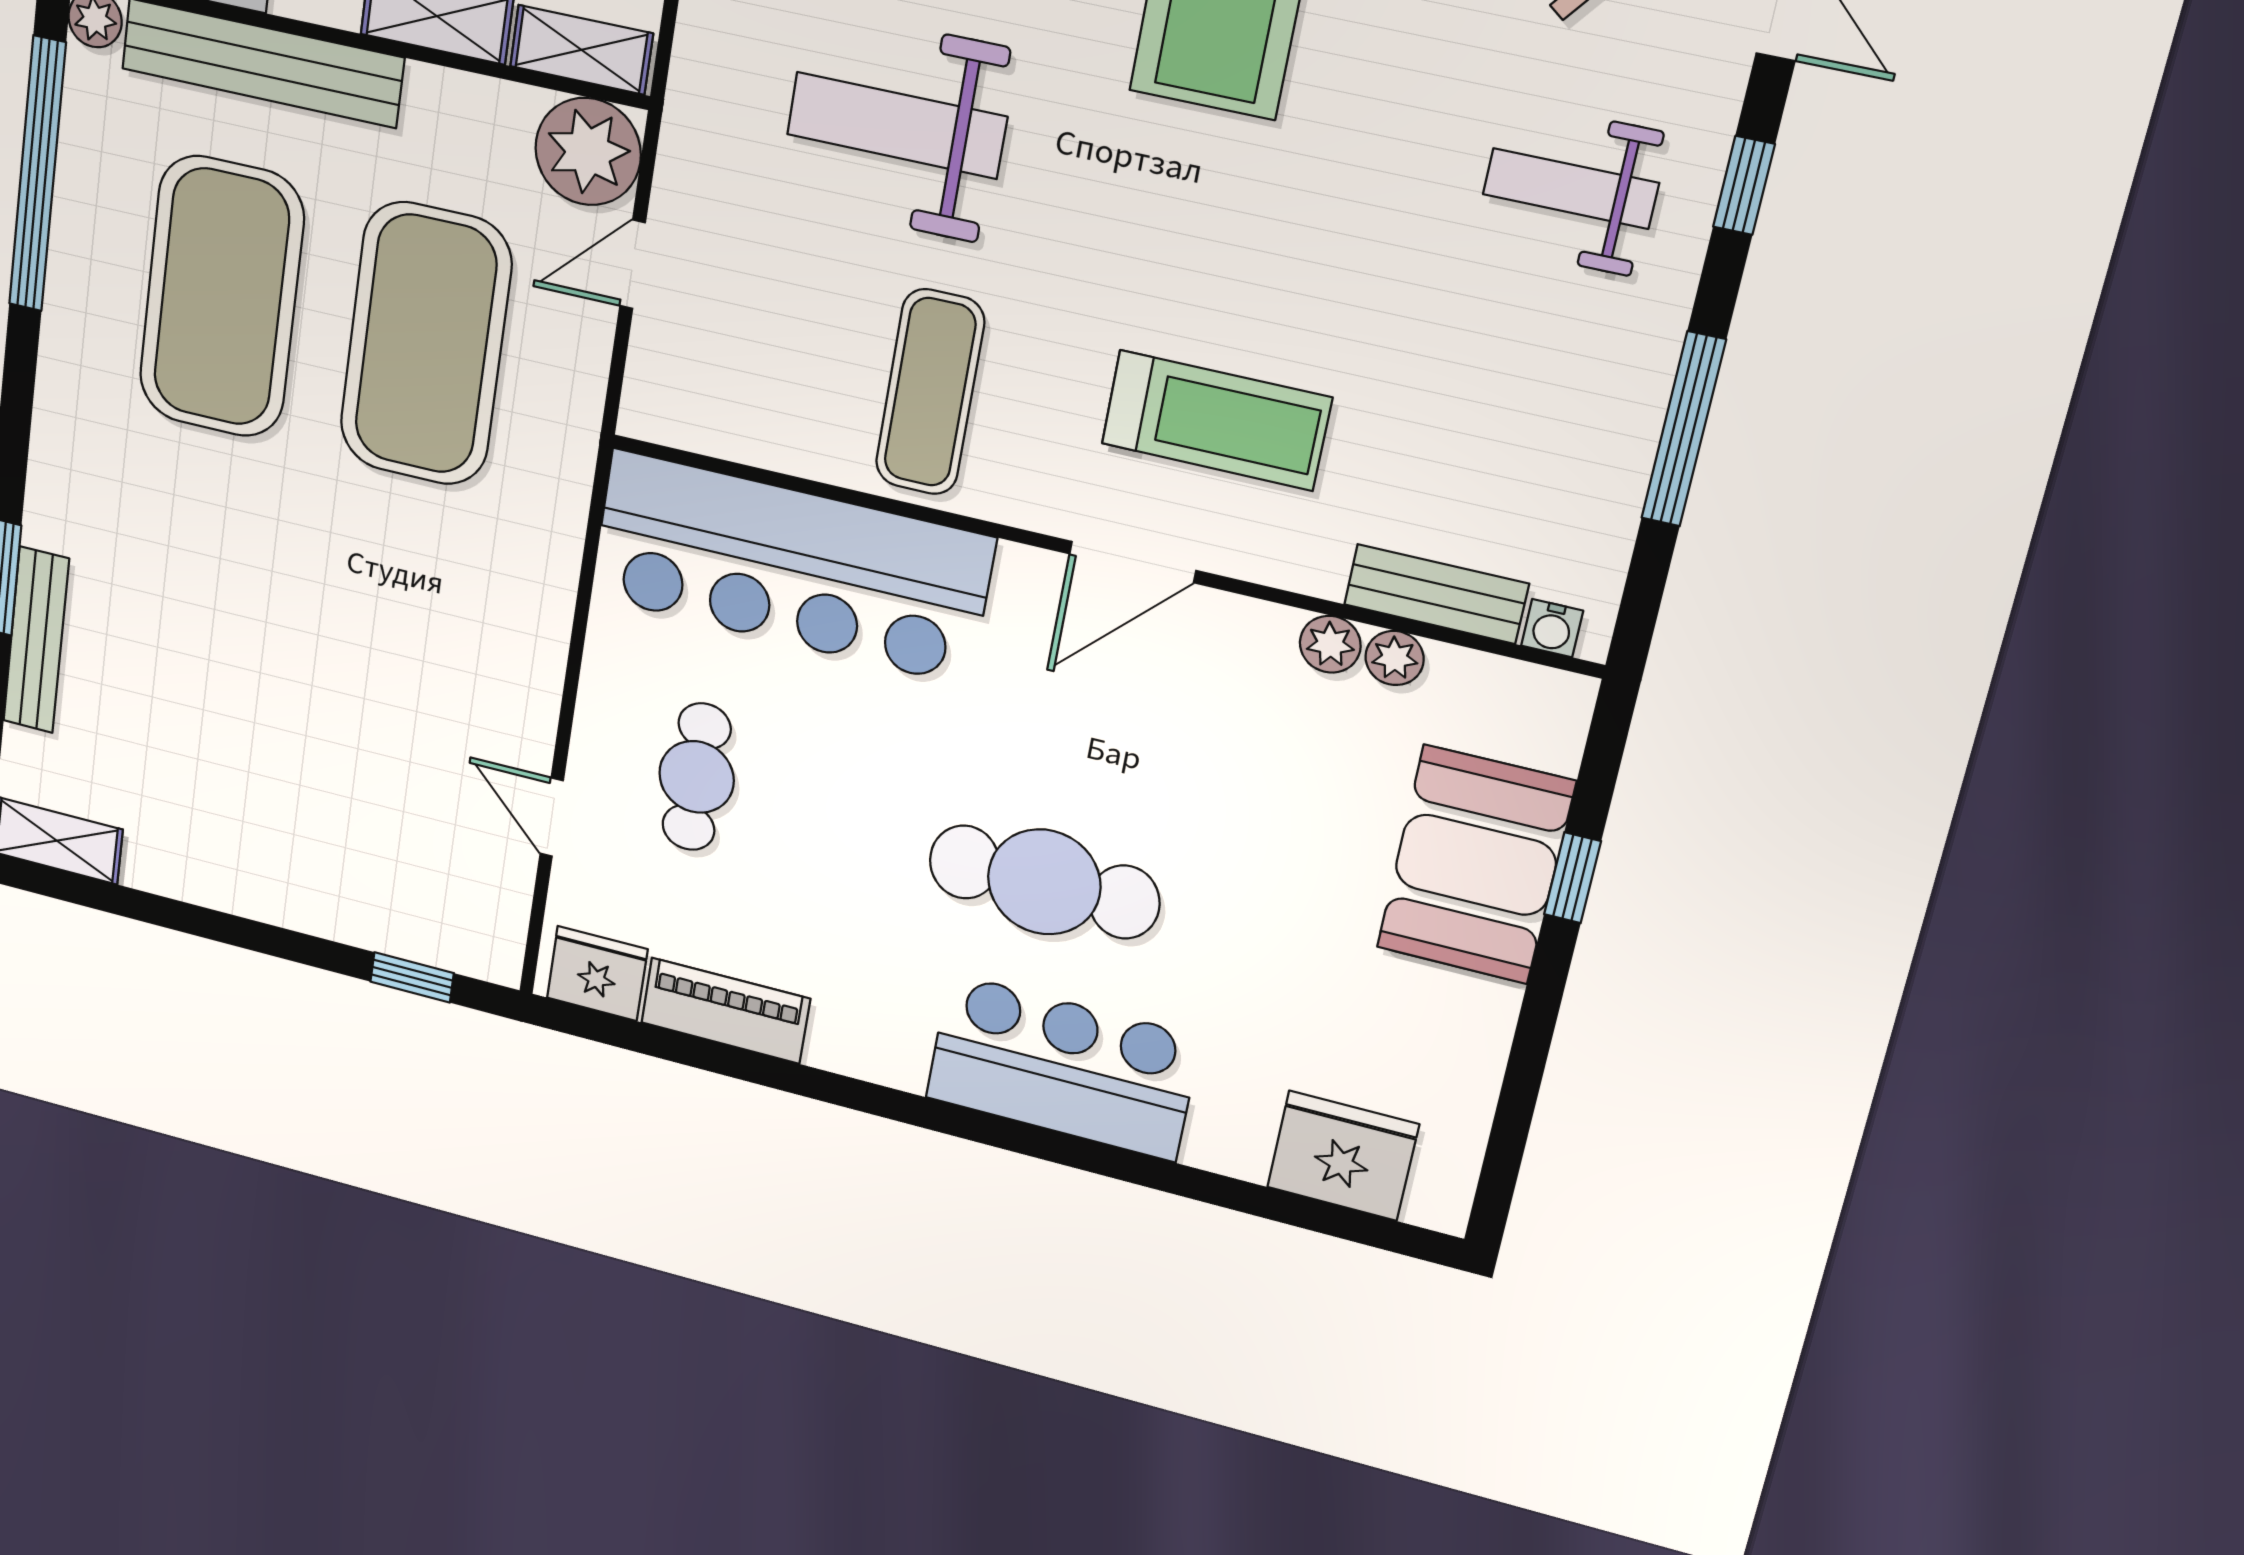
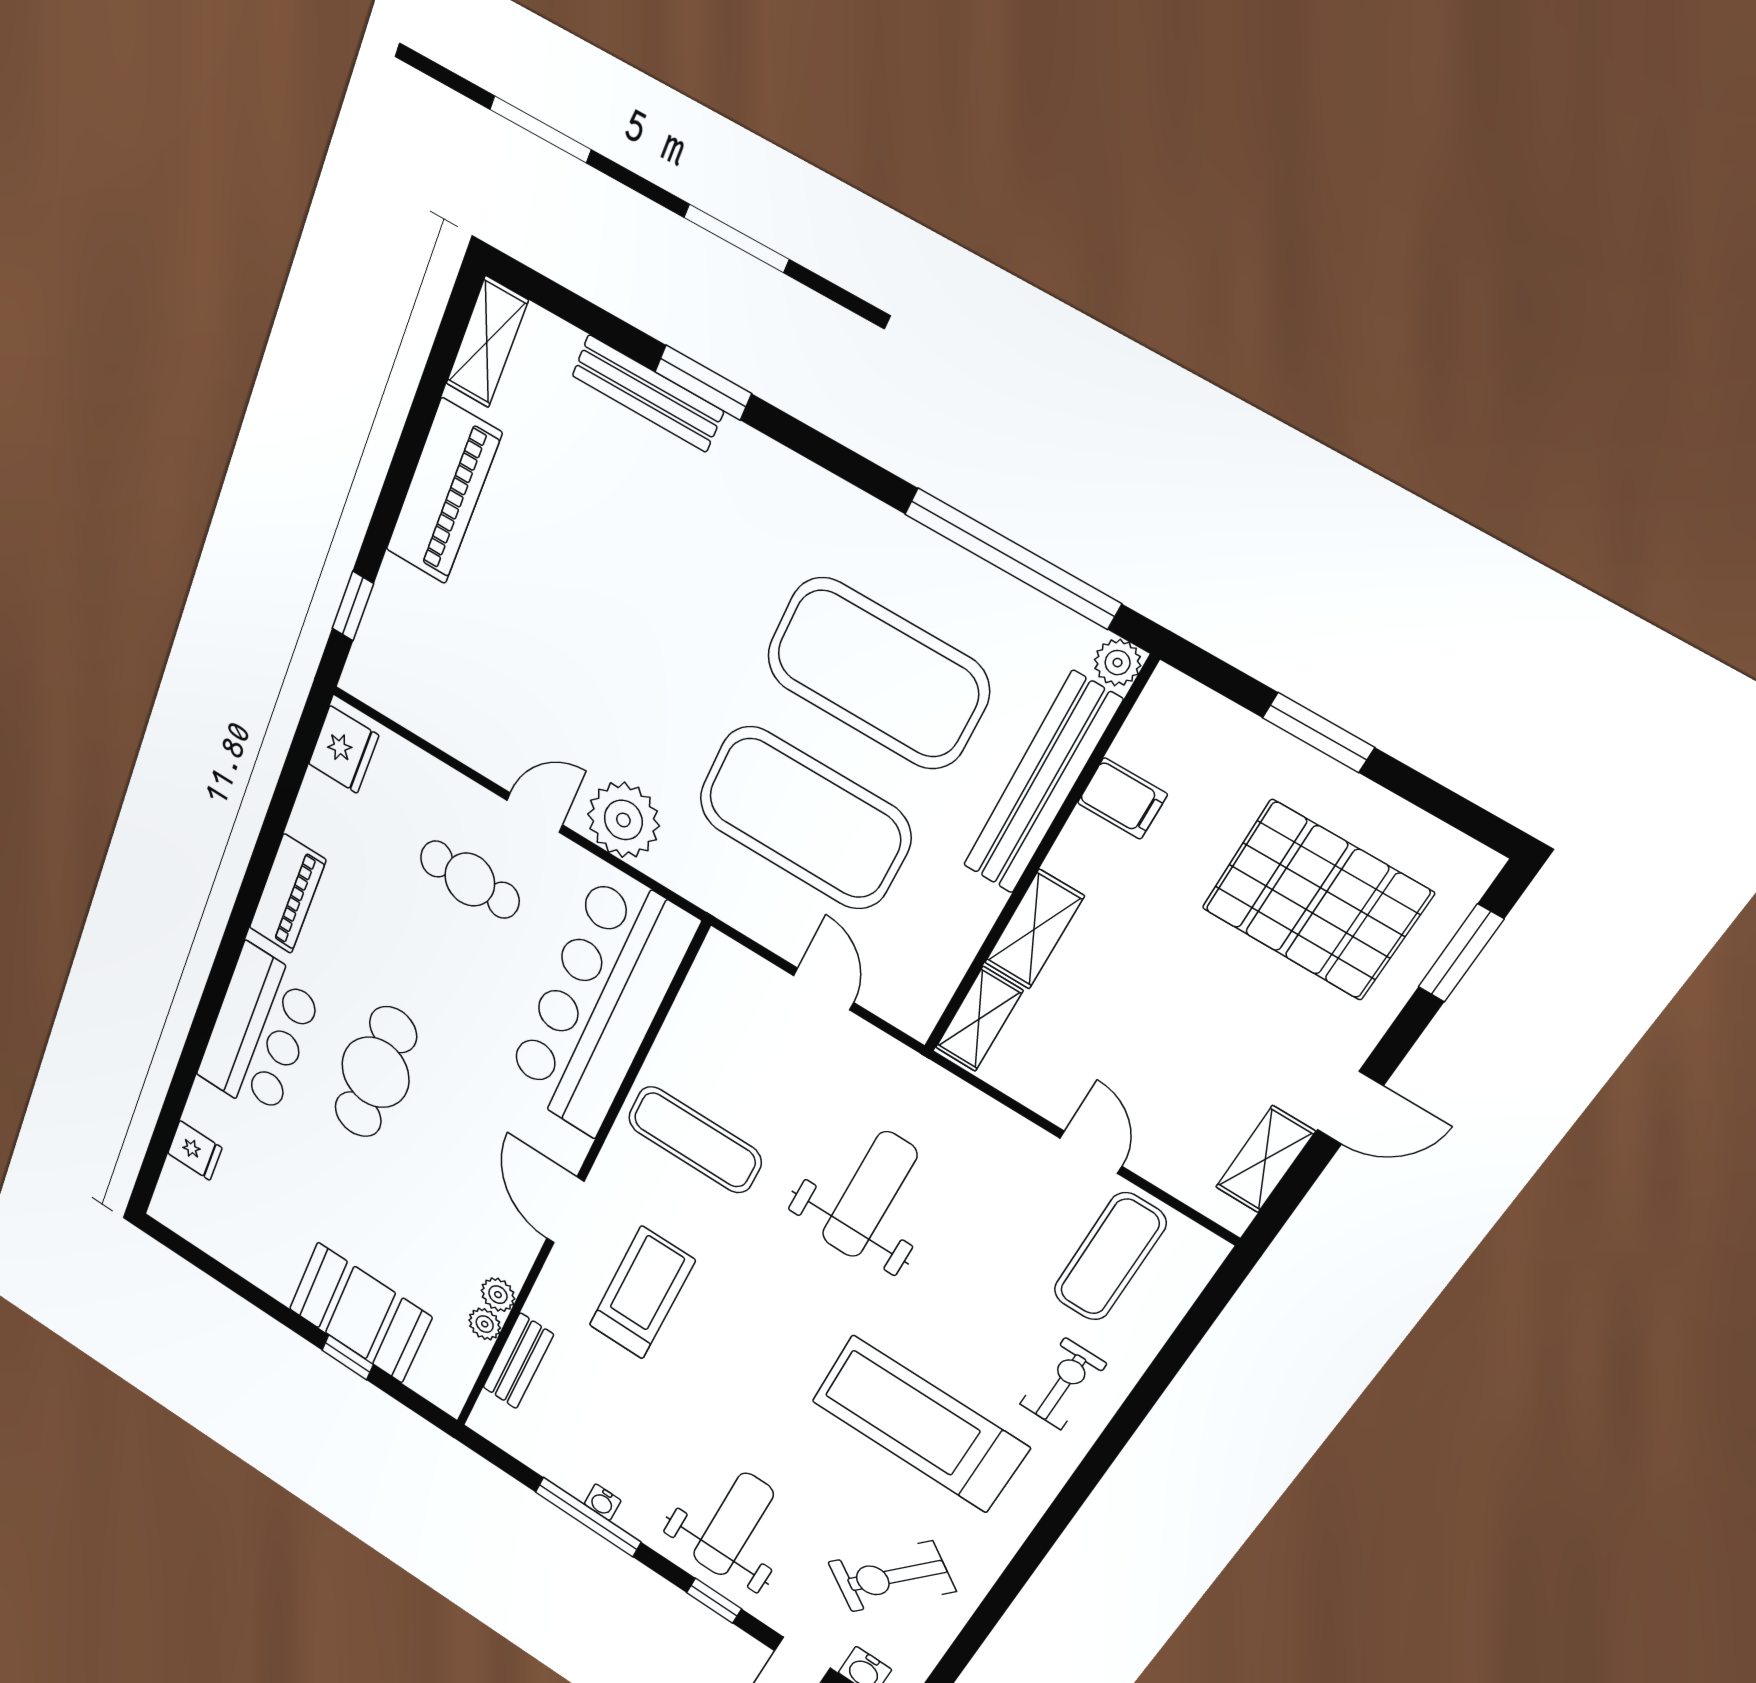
plant: (588, 152) -> (623, 820), moved
weight bench: (1571, 189) -> (733, 1524), width x1.36, depth x1.33
treadmill: (1216, 420) -> (642, 1293), turned 180
water cooler: (1552, 628) -> (603, 1502), moved, turned -90
door: (552, 817) -> (535, 813), moved
piano: (234, 874) -> (443, 492), added
piano: (726, 1011) -> (287, 894), moved
fridge: (1343, 1156) -> (195, 1151), width x0.53, depth x0.75

